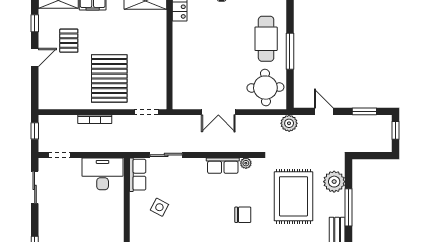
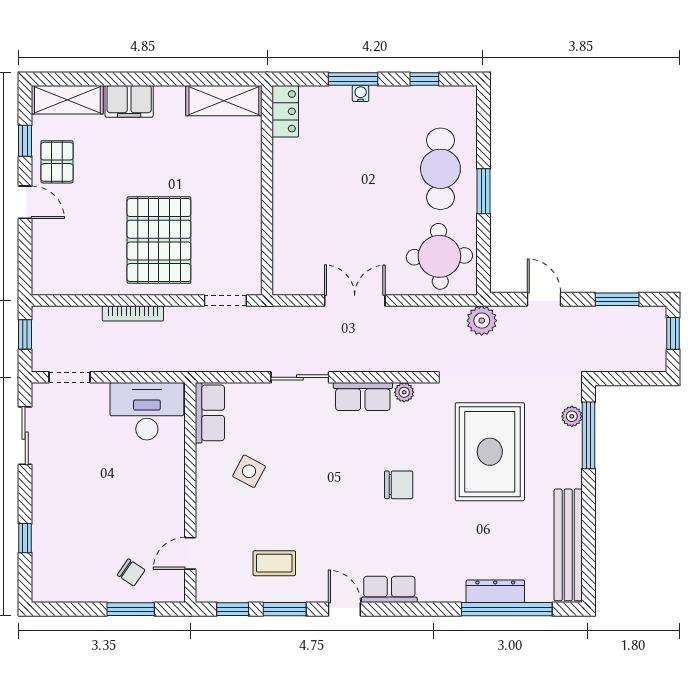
pallet: (69, 41) -> (57, 162), moved
window: (290, 51) -> (483, 191), width x0.69
door: (35, 57) -> (25, 202), hinge flipped
double door: (218, 112) -> (355, 301), swing flipped
sliding door: (166, 155) -> (300, 377), moved
plant: (334, 182) -> (572, 416), width x0.53, depth x0.53
window: (348, 207) -> (589, 435), moved

